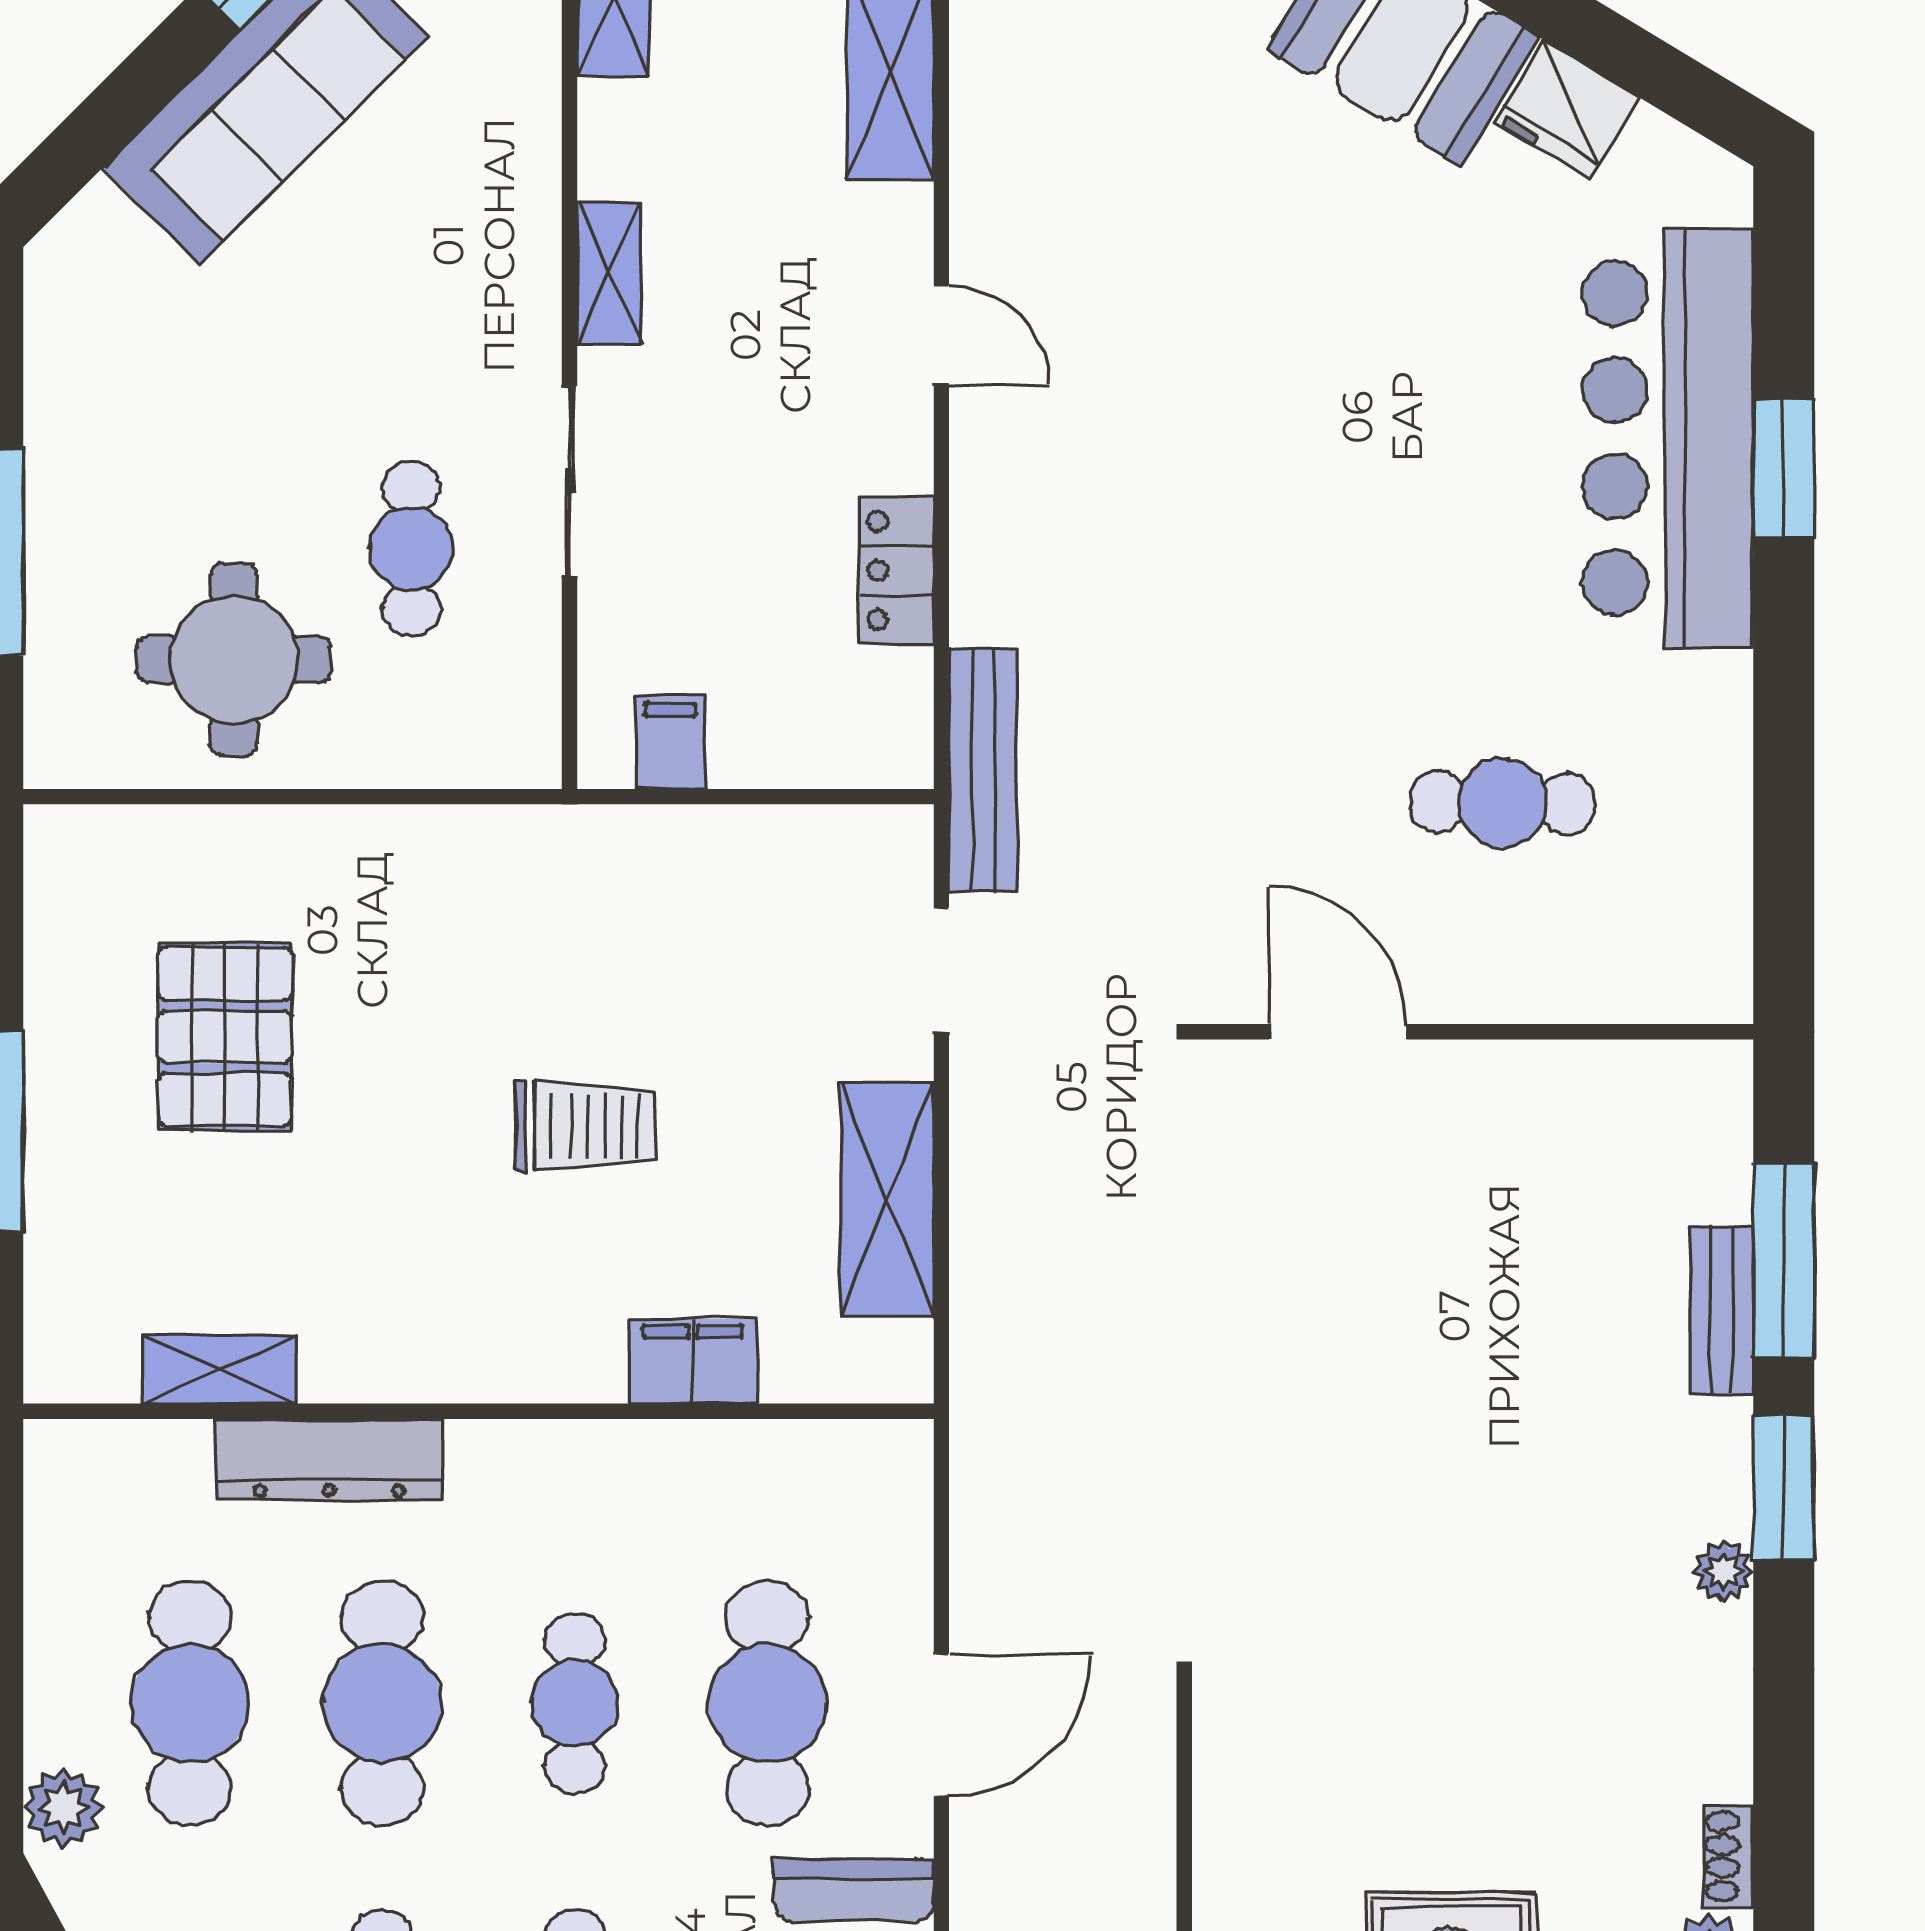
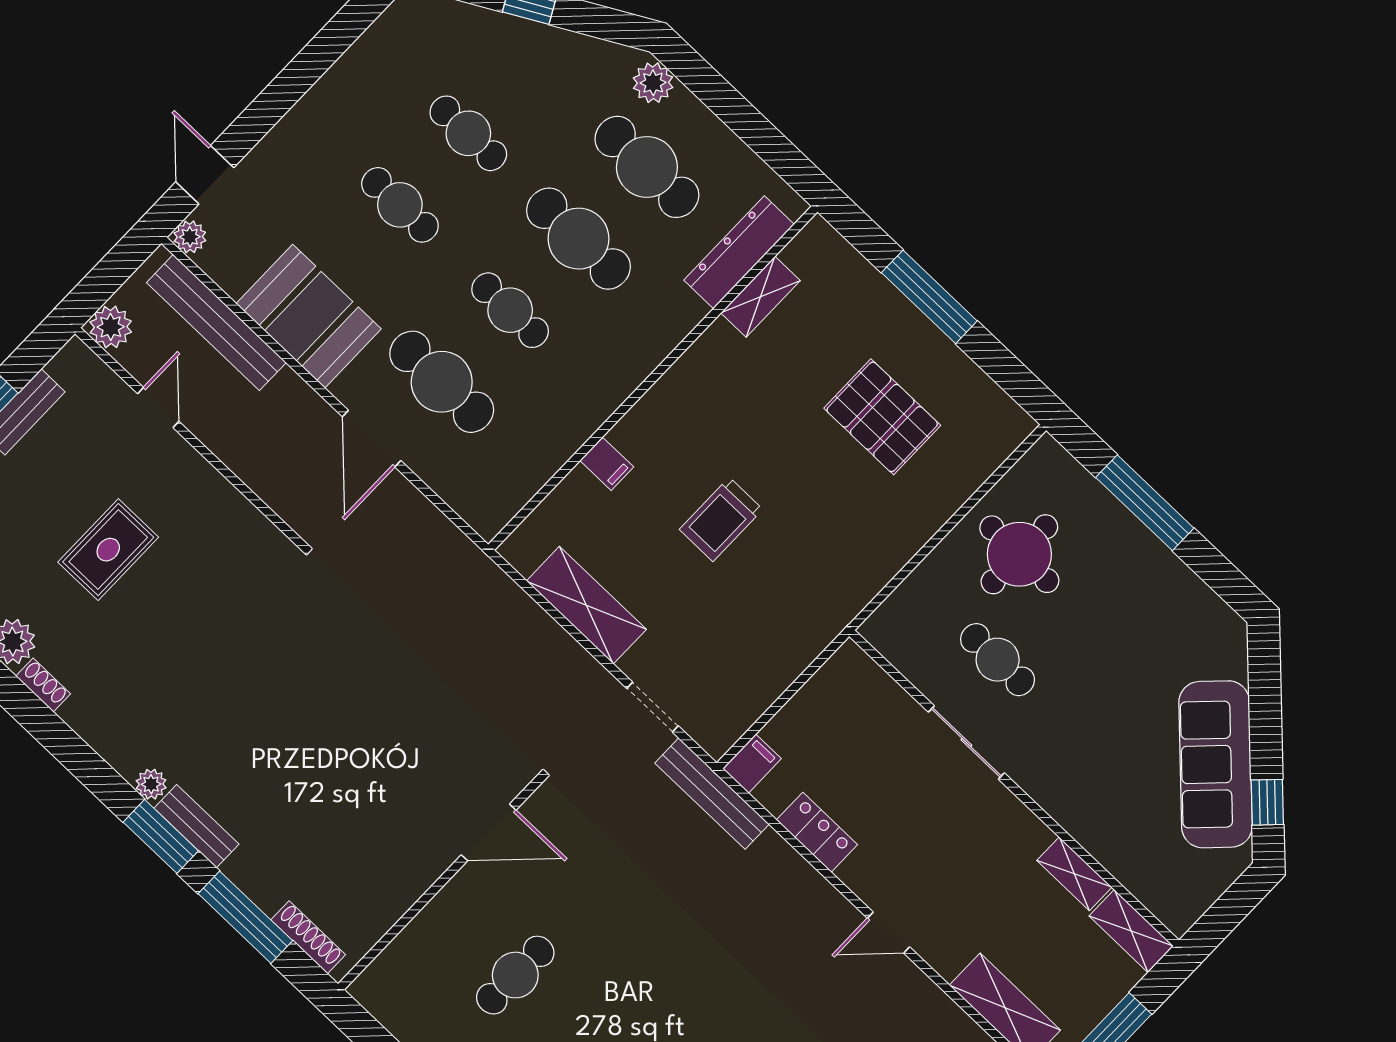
shelving: (609, 274) -> (1074, 874), moved
filing cabinet: (670, 743) -> (752, 764), moved, turned -90
shoe rack: (1727, 1145) -> (308, 937), added
bench: (1721, 1311) -> (196, 826), moved
filing cabinet: (693, 1361) -> (607, 464), width x0.50
dresser: (329, 1459) -> (739, 252), moved

